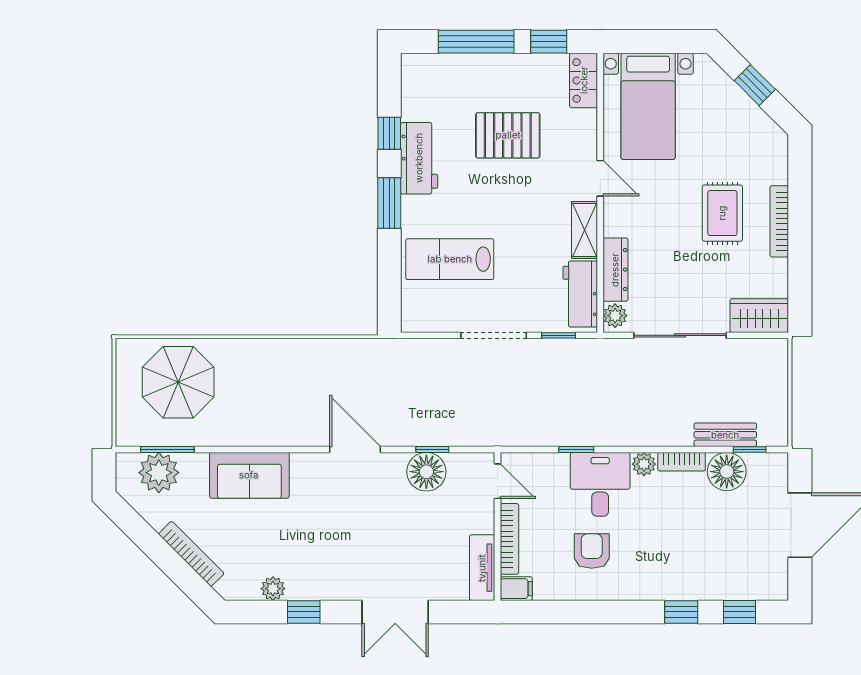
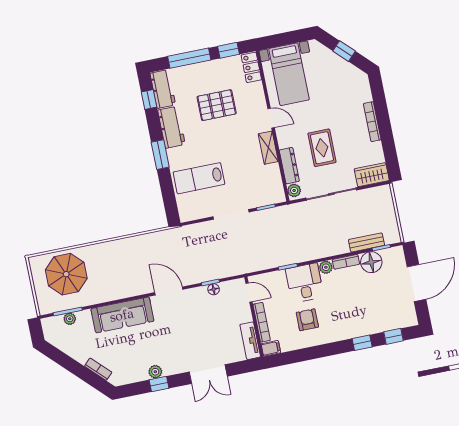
window: (389, 133) -> (149, 99), moved
rug: (722, 213) -> (322, 148), moved
workbench: (580, 294) -> (163, 89), moved, turned 180
floor lamp: (426, 472) -> (214, 289), width x0.53, depth x0.53
plant: (159, 473) -> (70, 319), width x0.53, depth x0.53
sofa: (249, 475) -> (122, 315), width x1.36
bookcase: (191, 554) -> (98, 369), width x0.64
plant: (273, 589) -> (155, 372), moved

